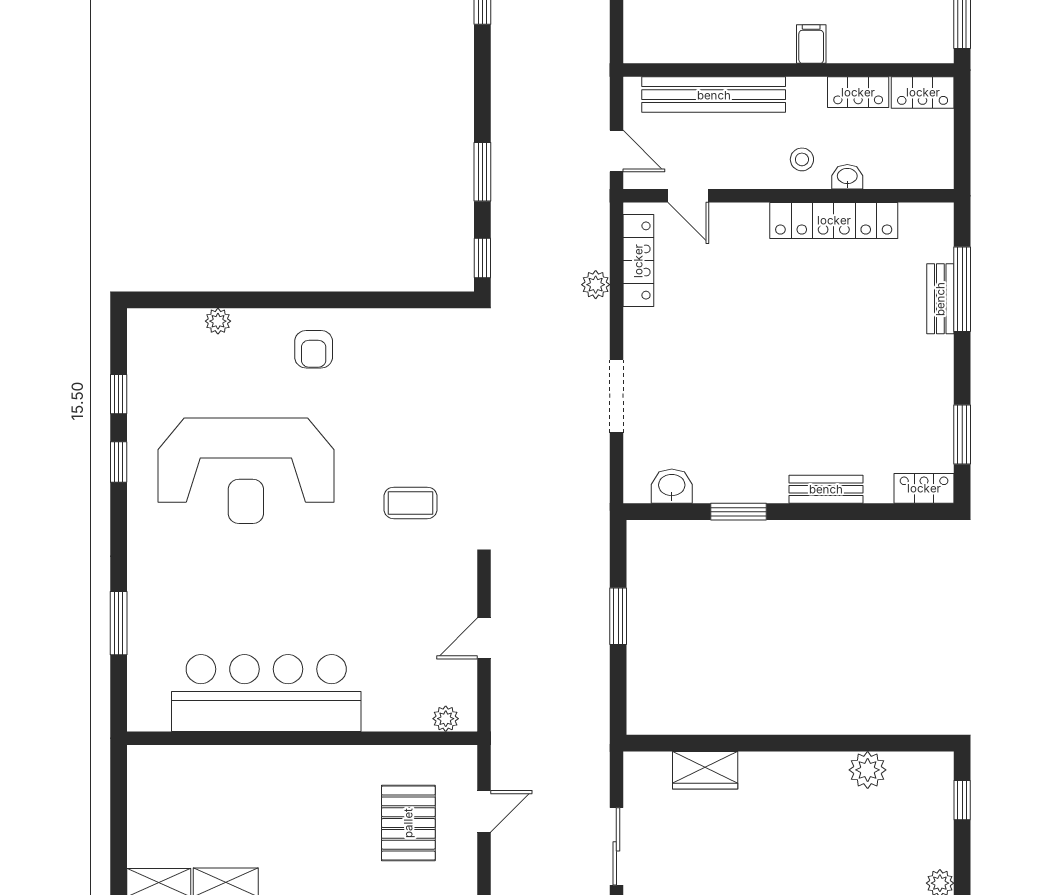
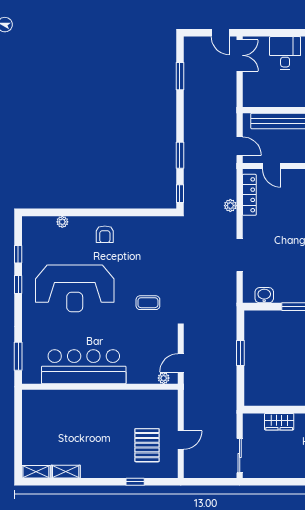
bar counter: (266, 693) -> (84, 367), moved
plant: (446, 719) -> (164, 378), moved
wall: (302, 738) -> (100, 387), moved

